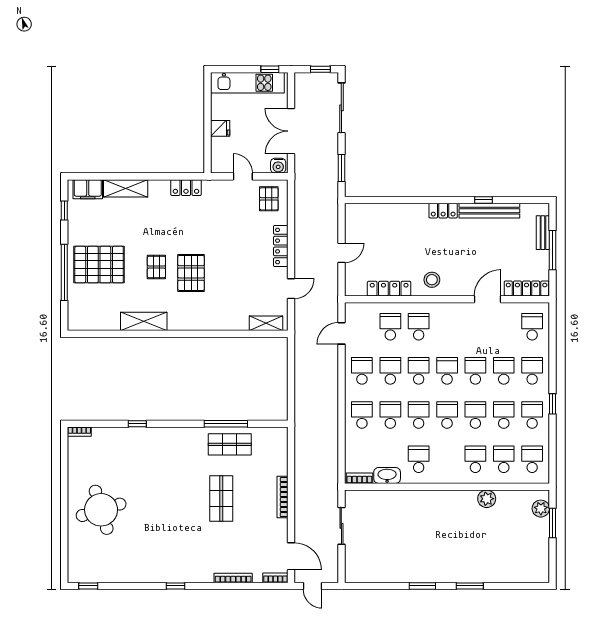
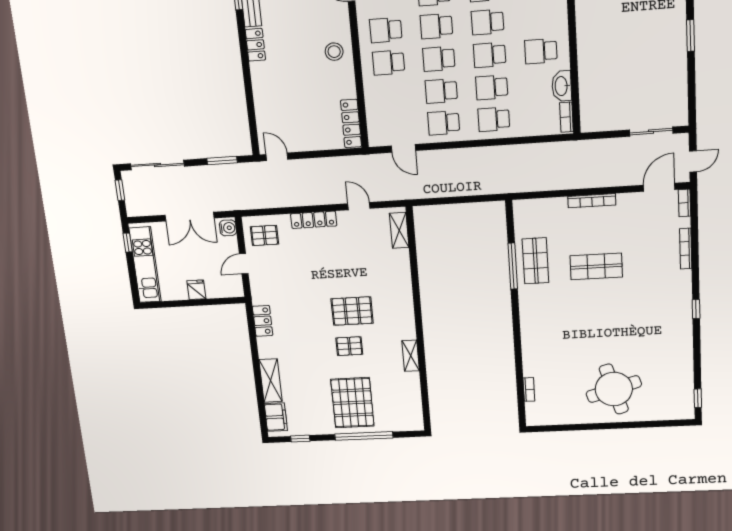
door: (341, 253) -> (277, 157), moved
locker: (389, 289) -> (351, 124), moved
shelving: (144, 321) -> (411, 356), width x0.67, depth x0.75
school desk: (390, 327) -> (386, 30), moved
window: (137, 424) -> (518, 357), removed
bookcase: (79, 432) -> (529, 389), moved
sliding door: (341, 526) -> (651, 132), moved

